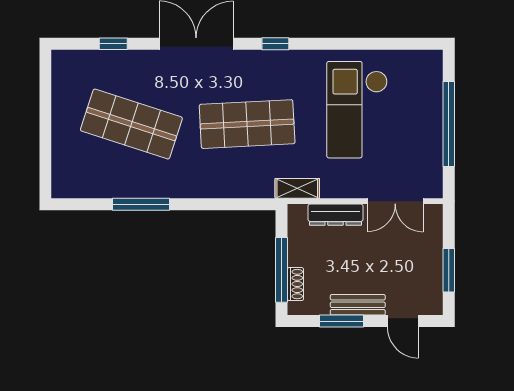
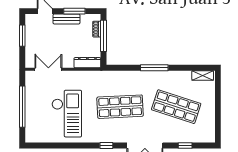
shelving: (297, 188) -> (203, 75), moved
window: (141, 204) -> (154, 68), moved
dresser: (335, 215) -> (87, 63), moved

